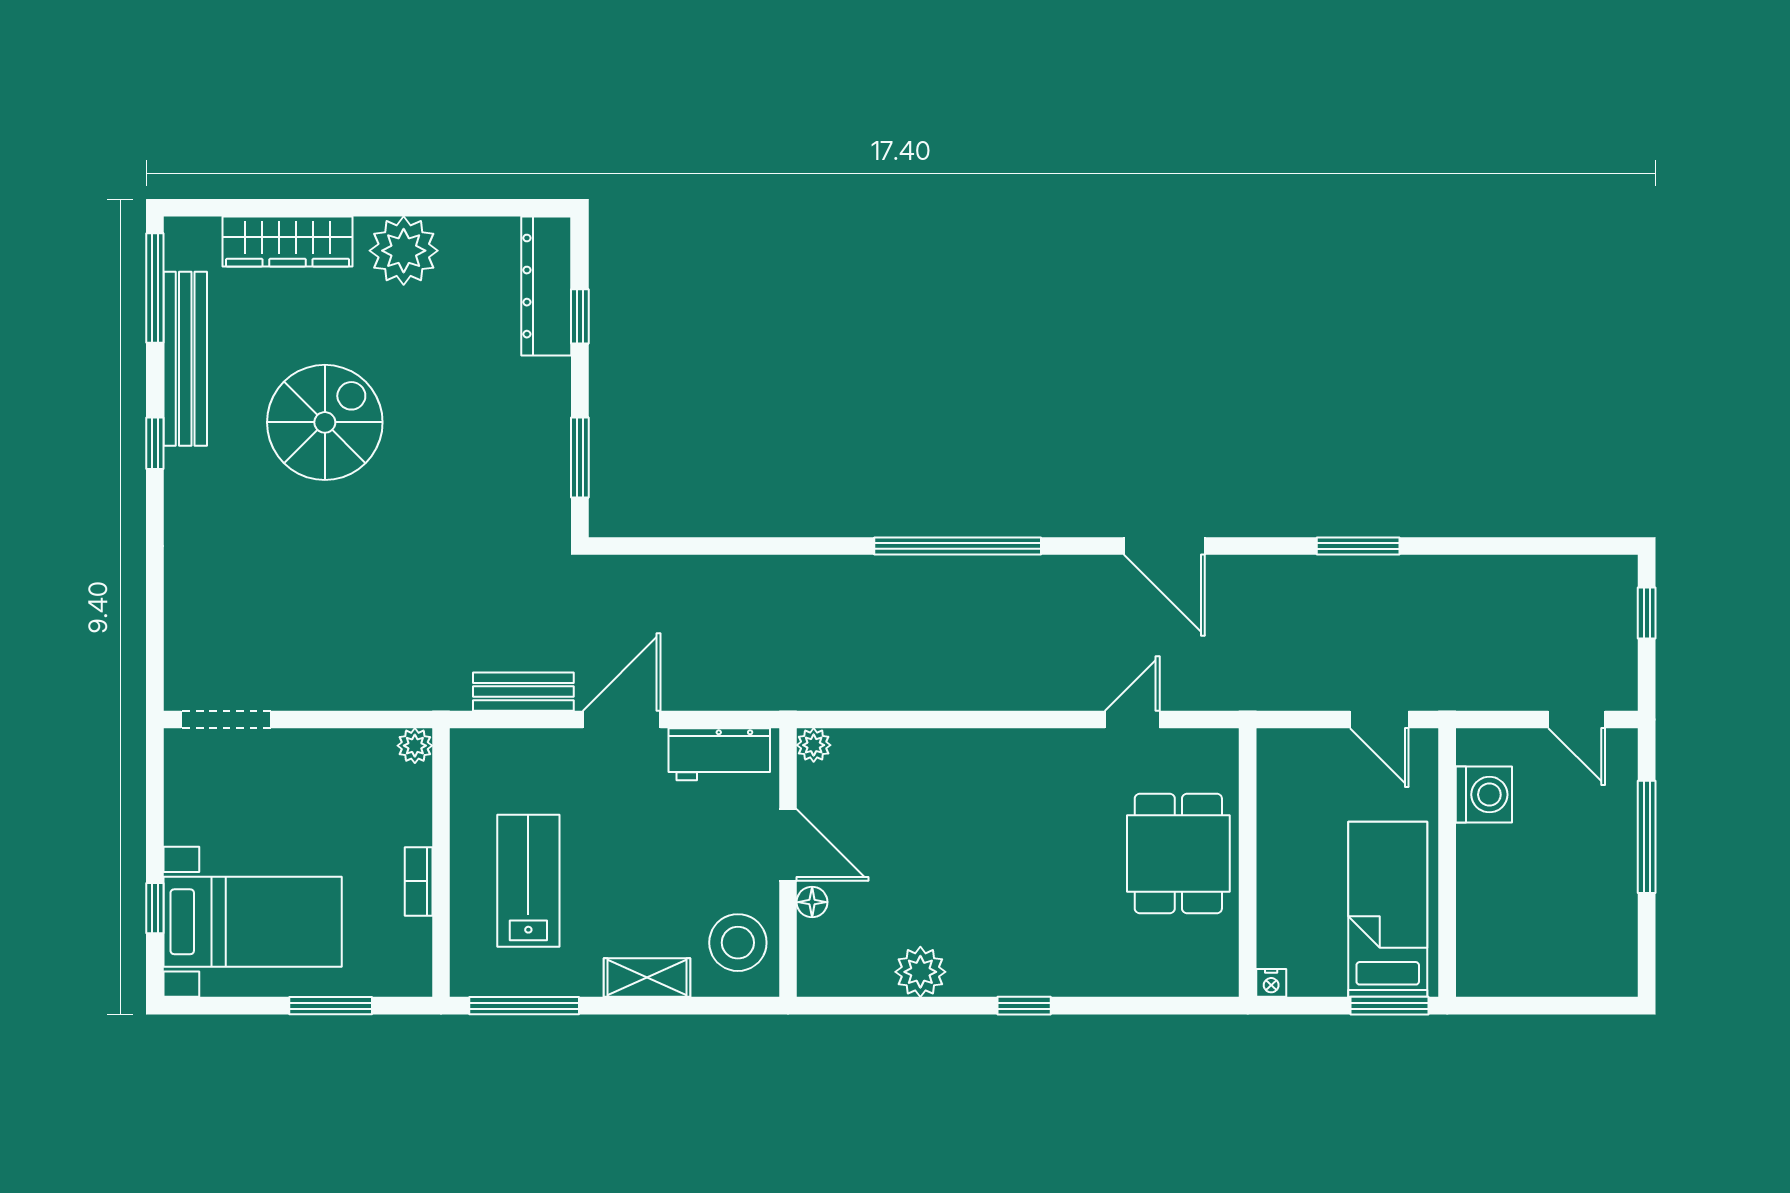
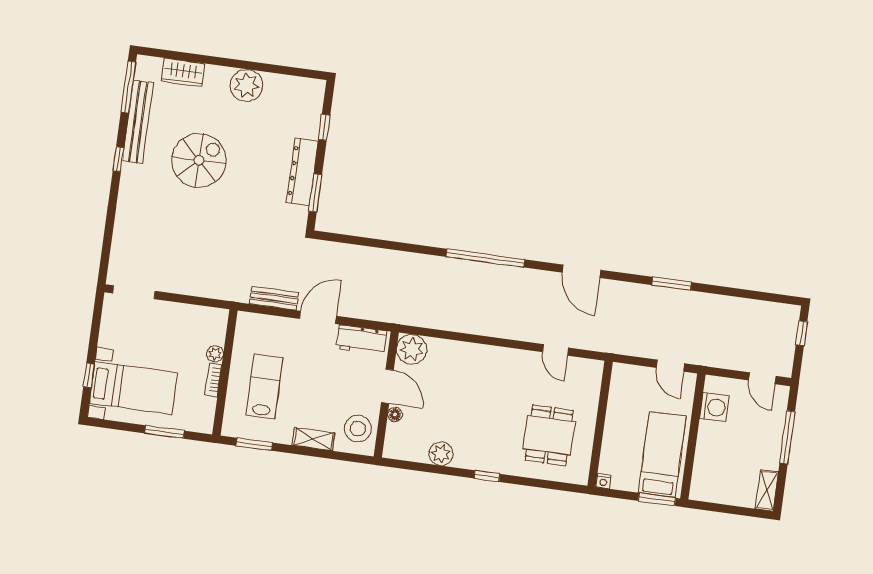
wardrobe: (288, 241) -> (183, 72), width x0.67
dresser: (546, 286) -> (302, 172), moved
door: (1132, 719) -> (555, 350), swing flipped
plant: (814, 745) -> (412, 349), width x1.87, depth x1.87
plant: (415, 746) -> (215, 354), moved
dining table: (1178, 854) -> (549, 435), moved
shelving: (1619, 955) -> (767, 490), added
window: (524, 1006) -> (254, 444), width x0.69

